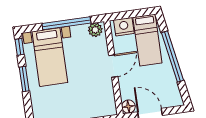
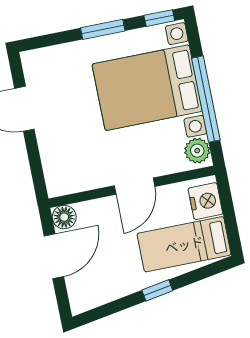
bed with nightstands: (50, 57) -> (147, 88), width x1.36
window: (172, 57) -> (157, 290), width x0.32
door: (113, 66) -> (135, 186), hinge flipped

